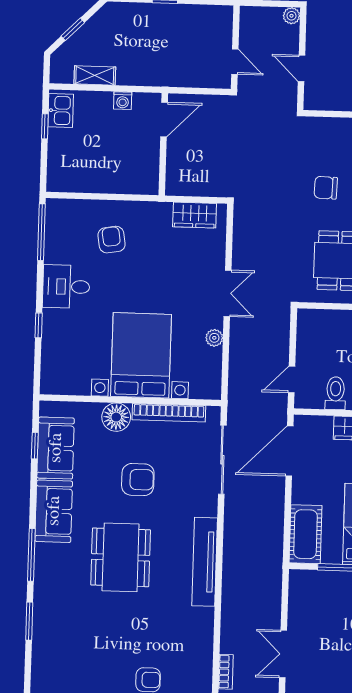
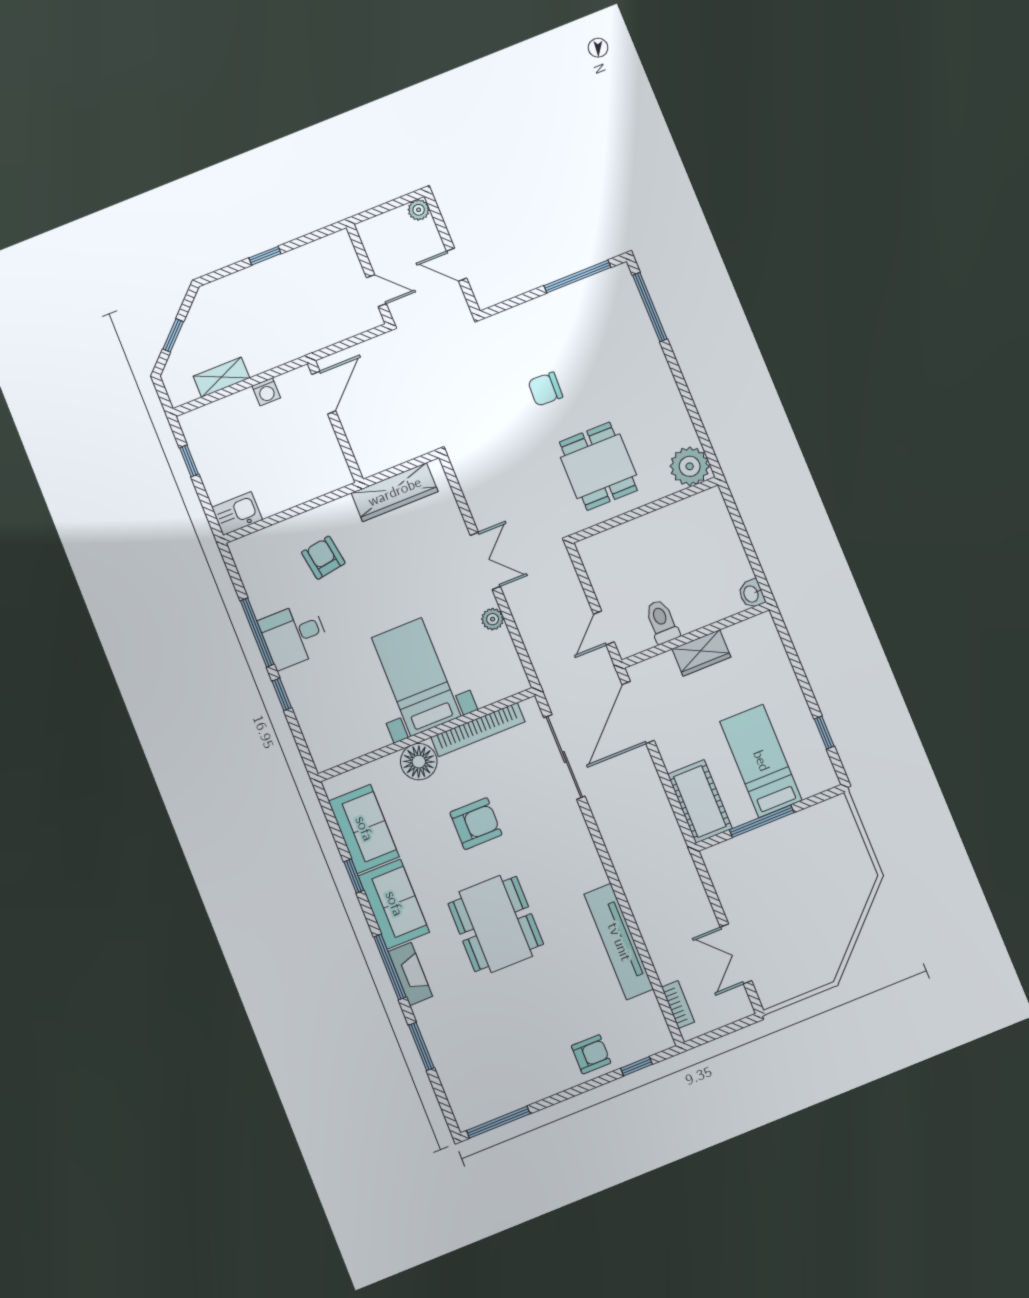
kitchen sink: (61, 110) -> (237, 514), moved, turned -90
wardrobe: (195, 215) -> (395, 492), width x1.50
window: (41, 232) -> (257, 632), moved
bed with nightstands: (141, 355) -> (416, 677), width x0.73
window: (35, 446) -> (354, 876), moved
tv unit: (205, 562) -> (619, 942), moved
fireplace: (44, 566) -> (410, 974), added

